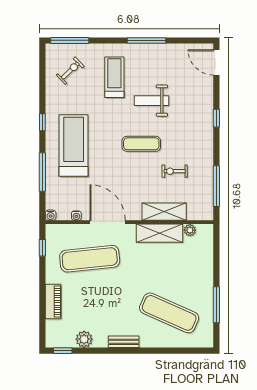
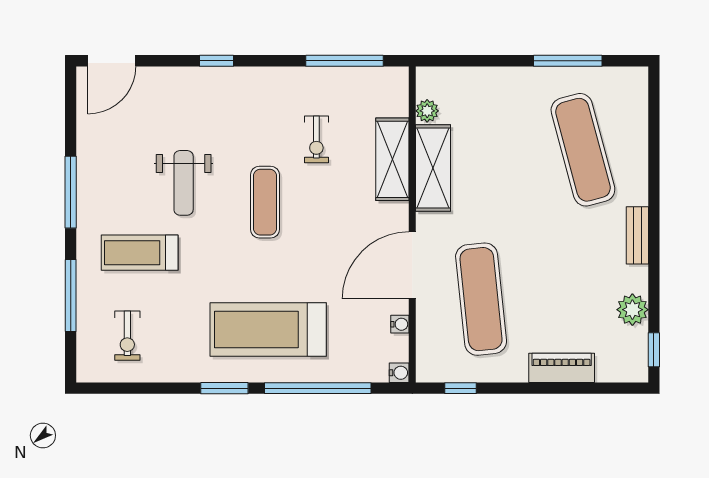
window: (70, 40) -> (71, 296), moved
exercise bike: (70, 71) -> (127, 336), turned -136
window: (42, 122) -> (224, 388), width x1.50
window: (42, 172) -> (318, 388), width x1.46
exercise mat: (169, 313) -> (583, 150), turned -39

